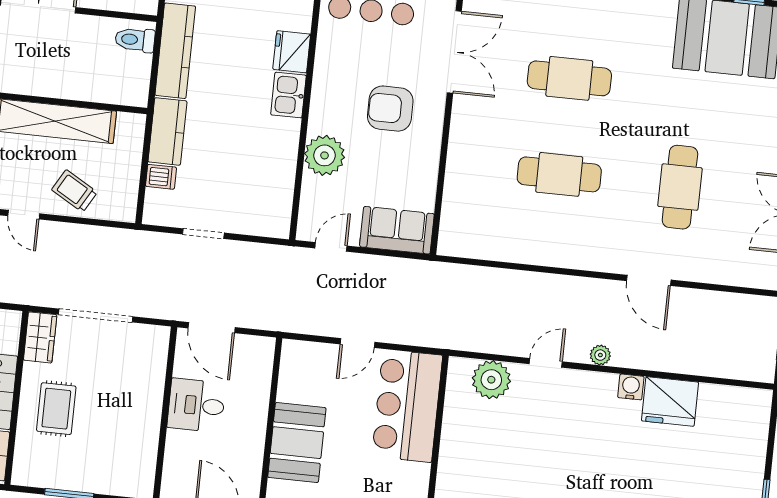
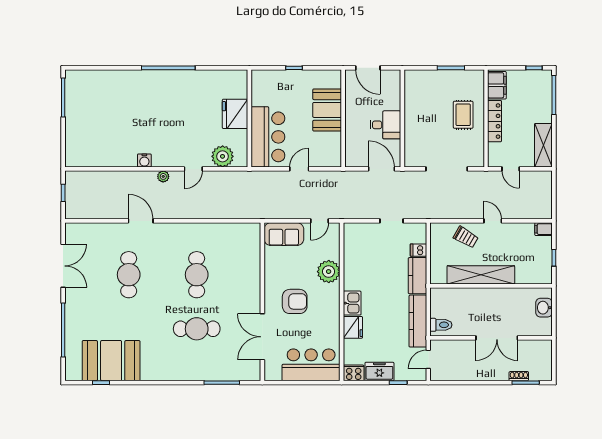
cafe table: (559, 174) -> (197, 275), turned 90
wardrobe: (40, 337) -> (476, 153), removed
fridge: (670, 402) -> (235, 114), moved, turned -90

